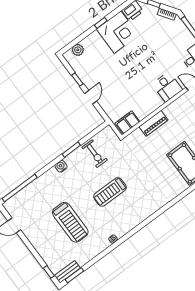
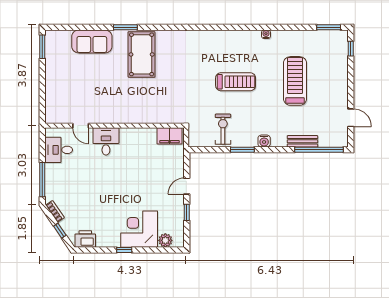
corner desk: (118, 32) -> (139, 229), moved
piano: (154, 123) -> (145, 116), removed
bench: (67, 272) -> (302, 141), moved

